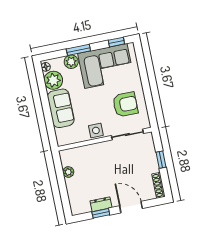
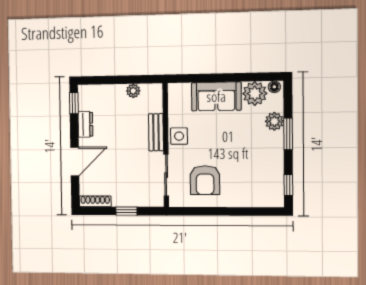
corner sofa: (106, 66) -> (260, 165), removed
bench: (96, 149) -> (156, 132), added
window: (101, 213) -> (74, 103), moved

